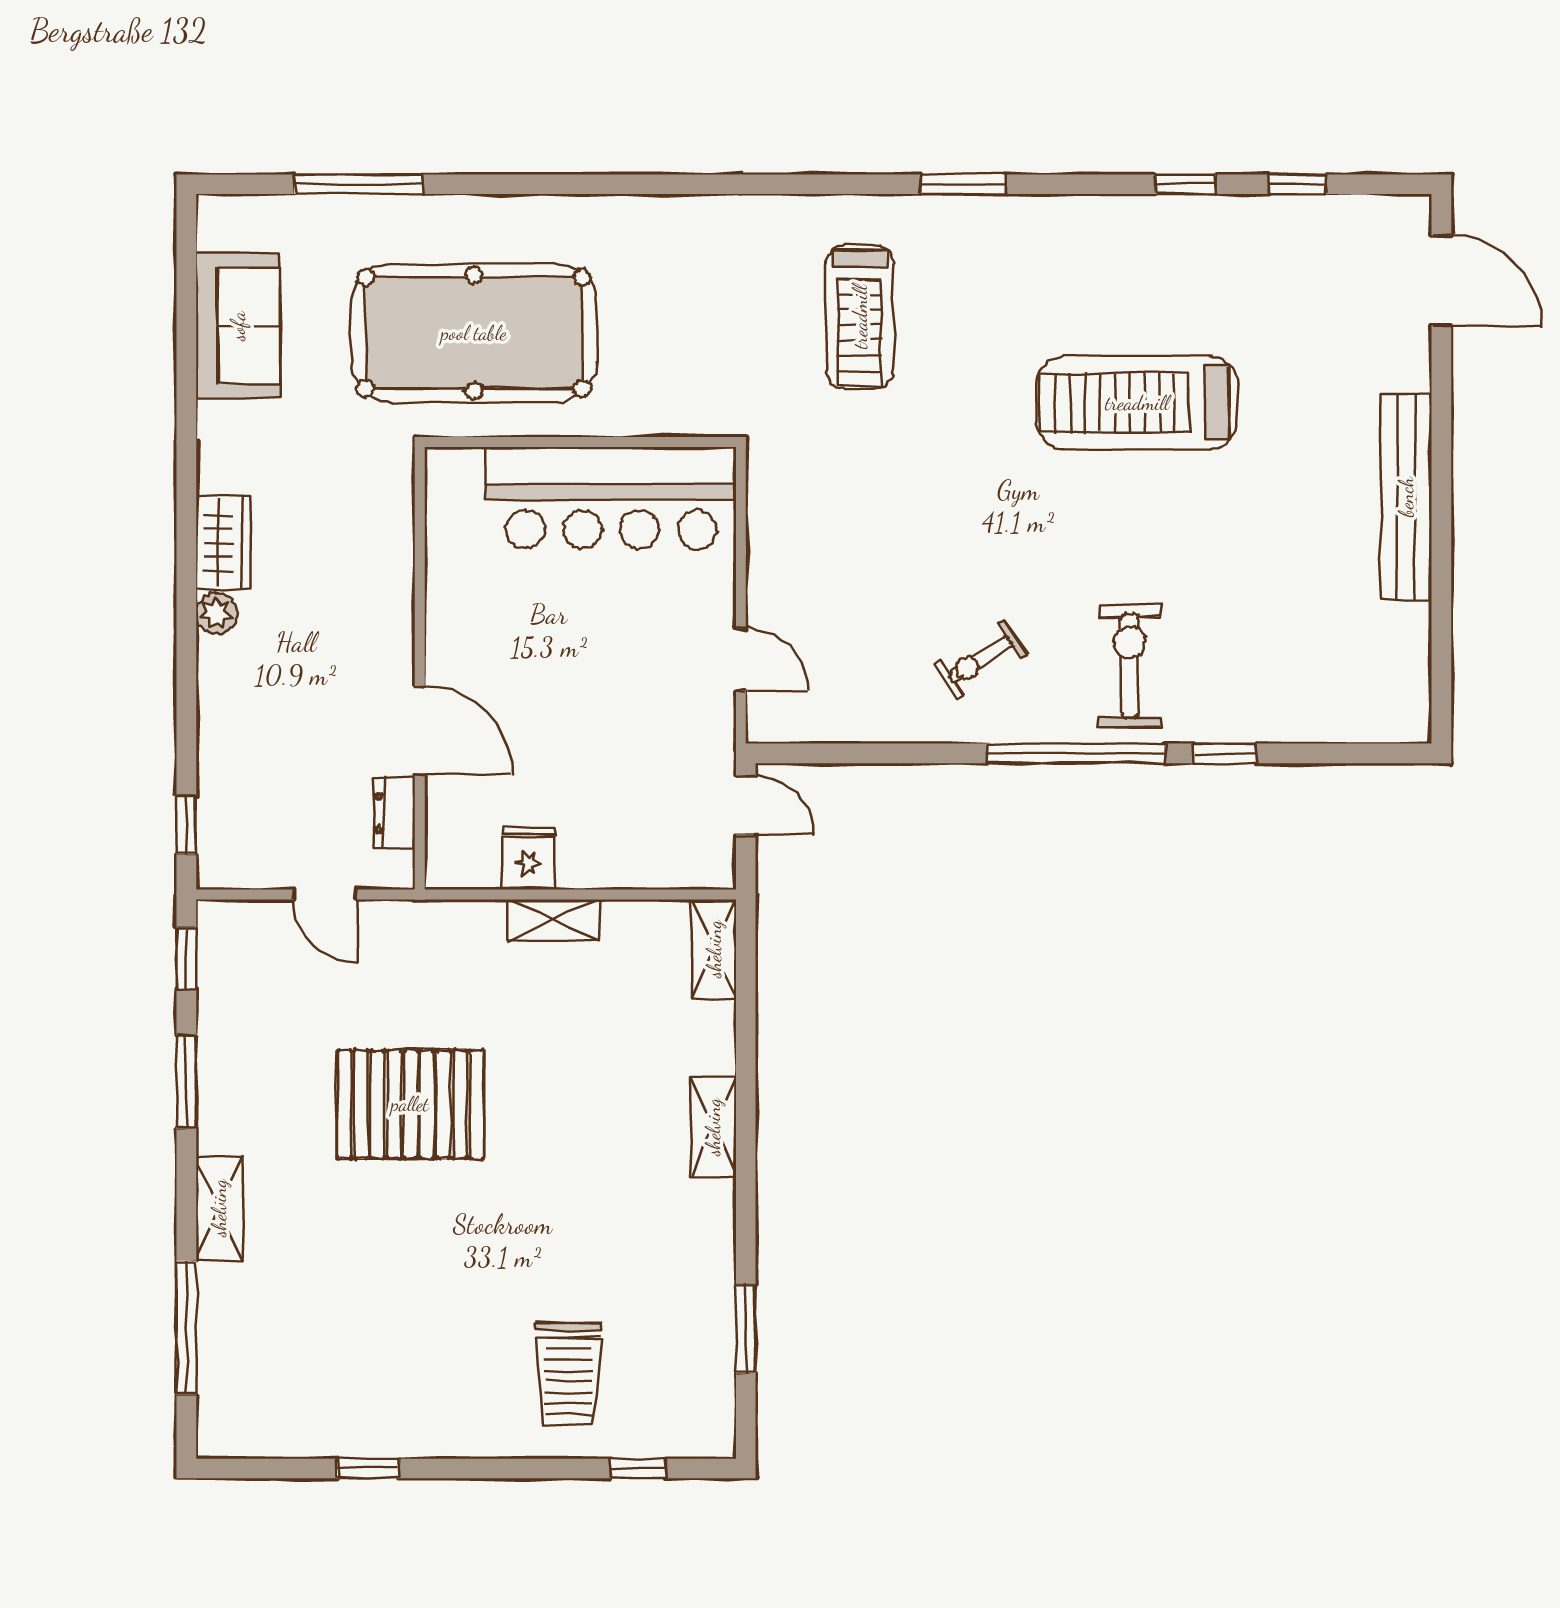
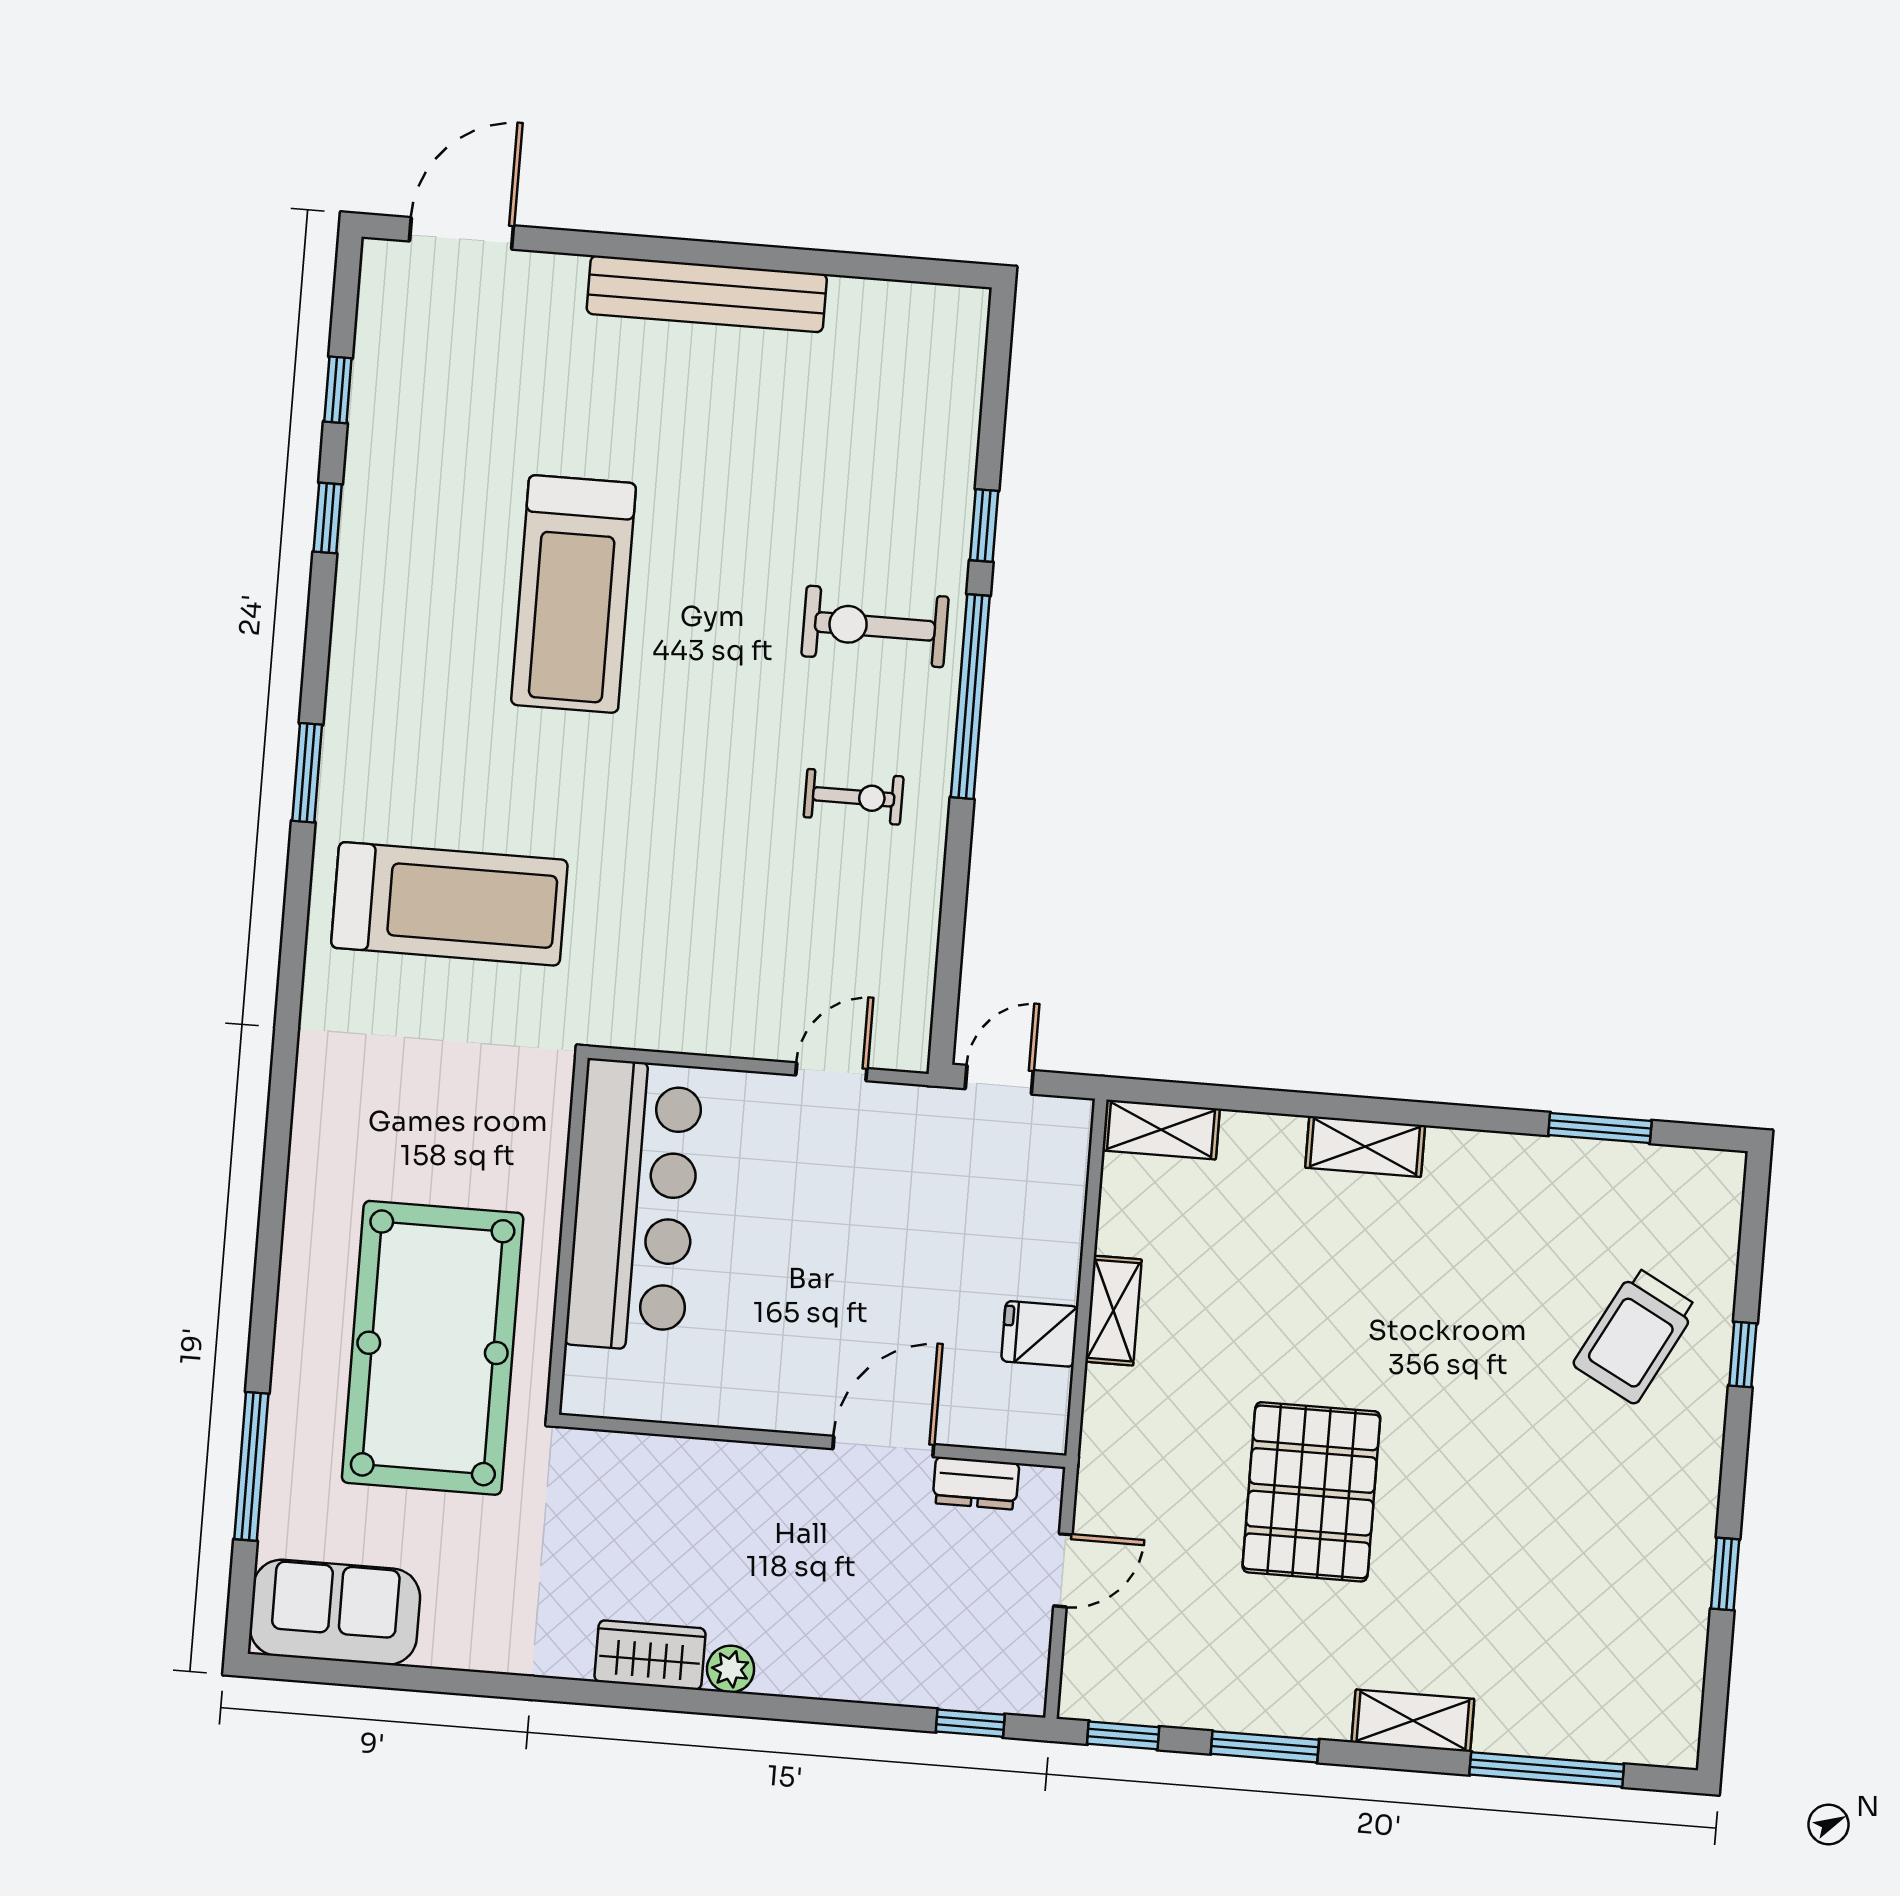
treadmill: (860, 317) -> (449, 904), width x1.37, depth x1.38
sofa: (238, 326) -> (335, 1612), moved
exercise bike: (981, 659) -> (854, 797), turned -57
trolley: (568, 1374) -> (1635, 1336), turned 118
window: (638, 1469) -> (1743, 1355), moved

